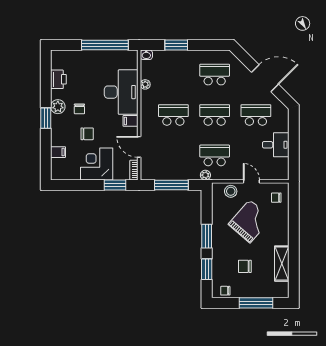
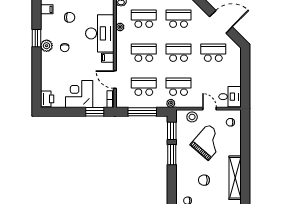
school desk: (173, 75) -> (144, 19), added
printer: (58, 79) -> (47, 99), moved
window: (46, 118) -> (36, 38), moved
chair: (87, 134) -> (70, 17), moved
desk: (276, 145) -> (230, 97), moved
filing cabinet: (58, 152) -> (47, 9), moved
school desk: (173, 155) -> (144, 87), added
shelving: (282, 264) -> (235, 178), width x1.47
window: (207, 269) -> (172, 131), moved

